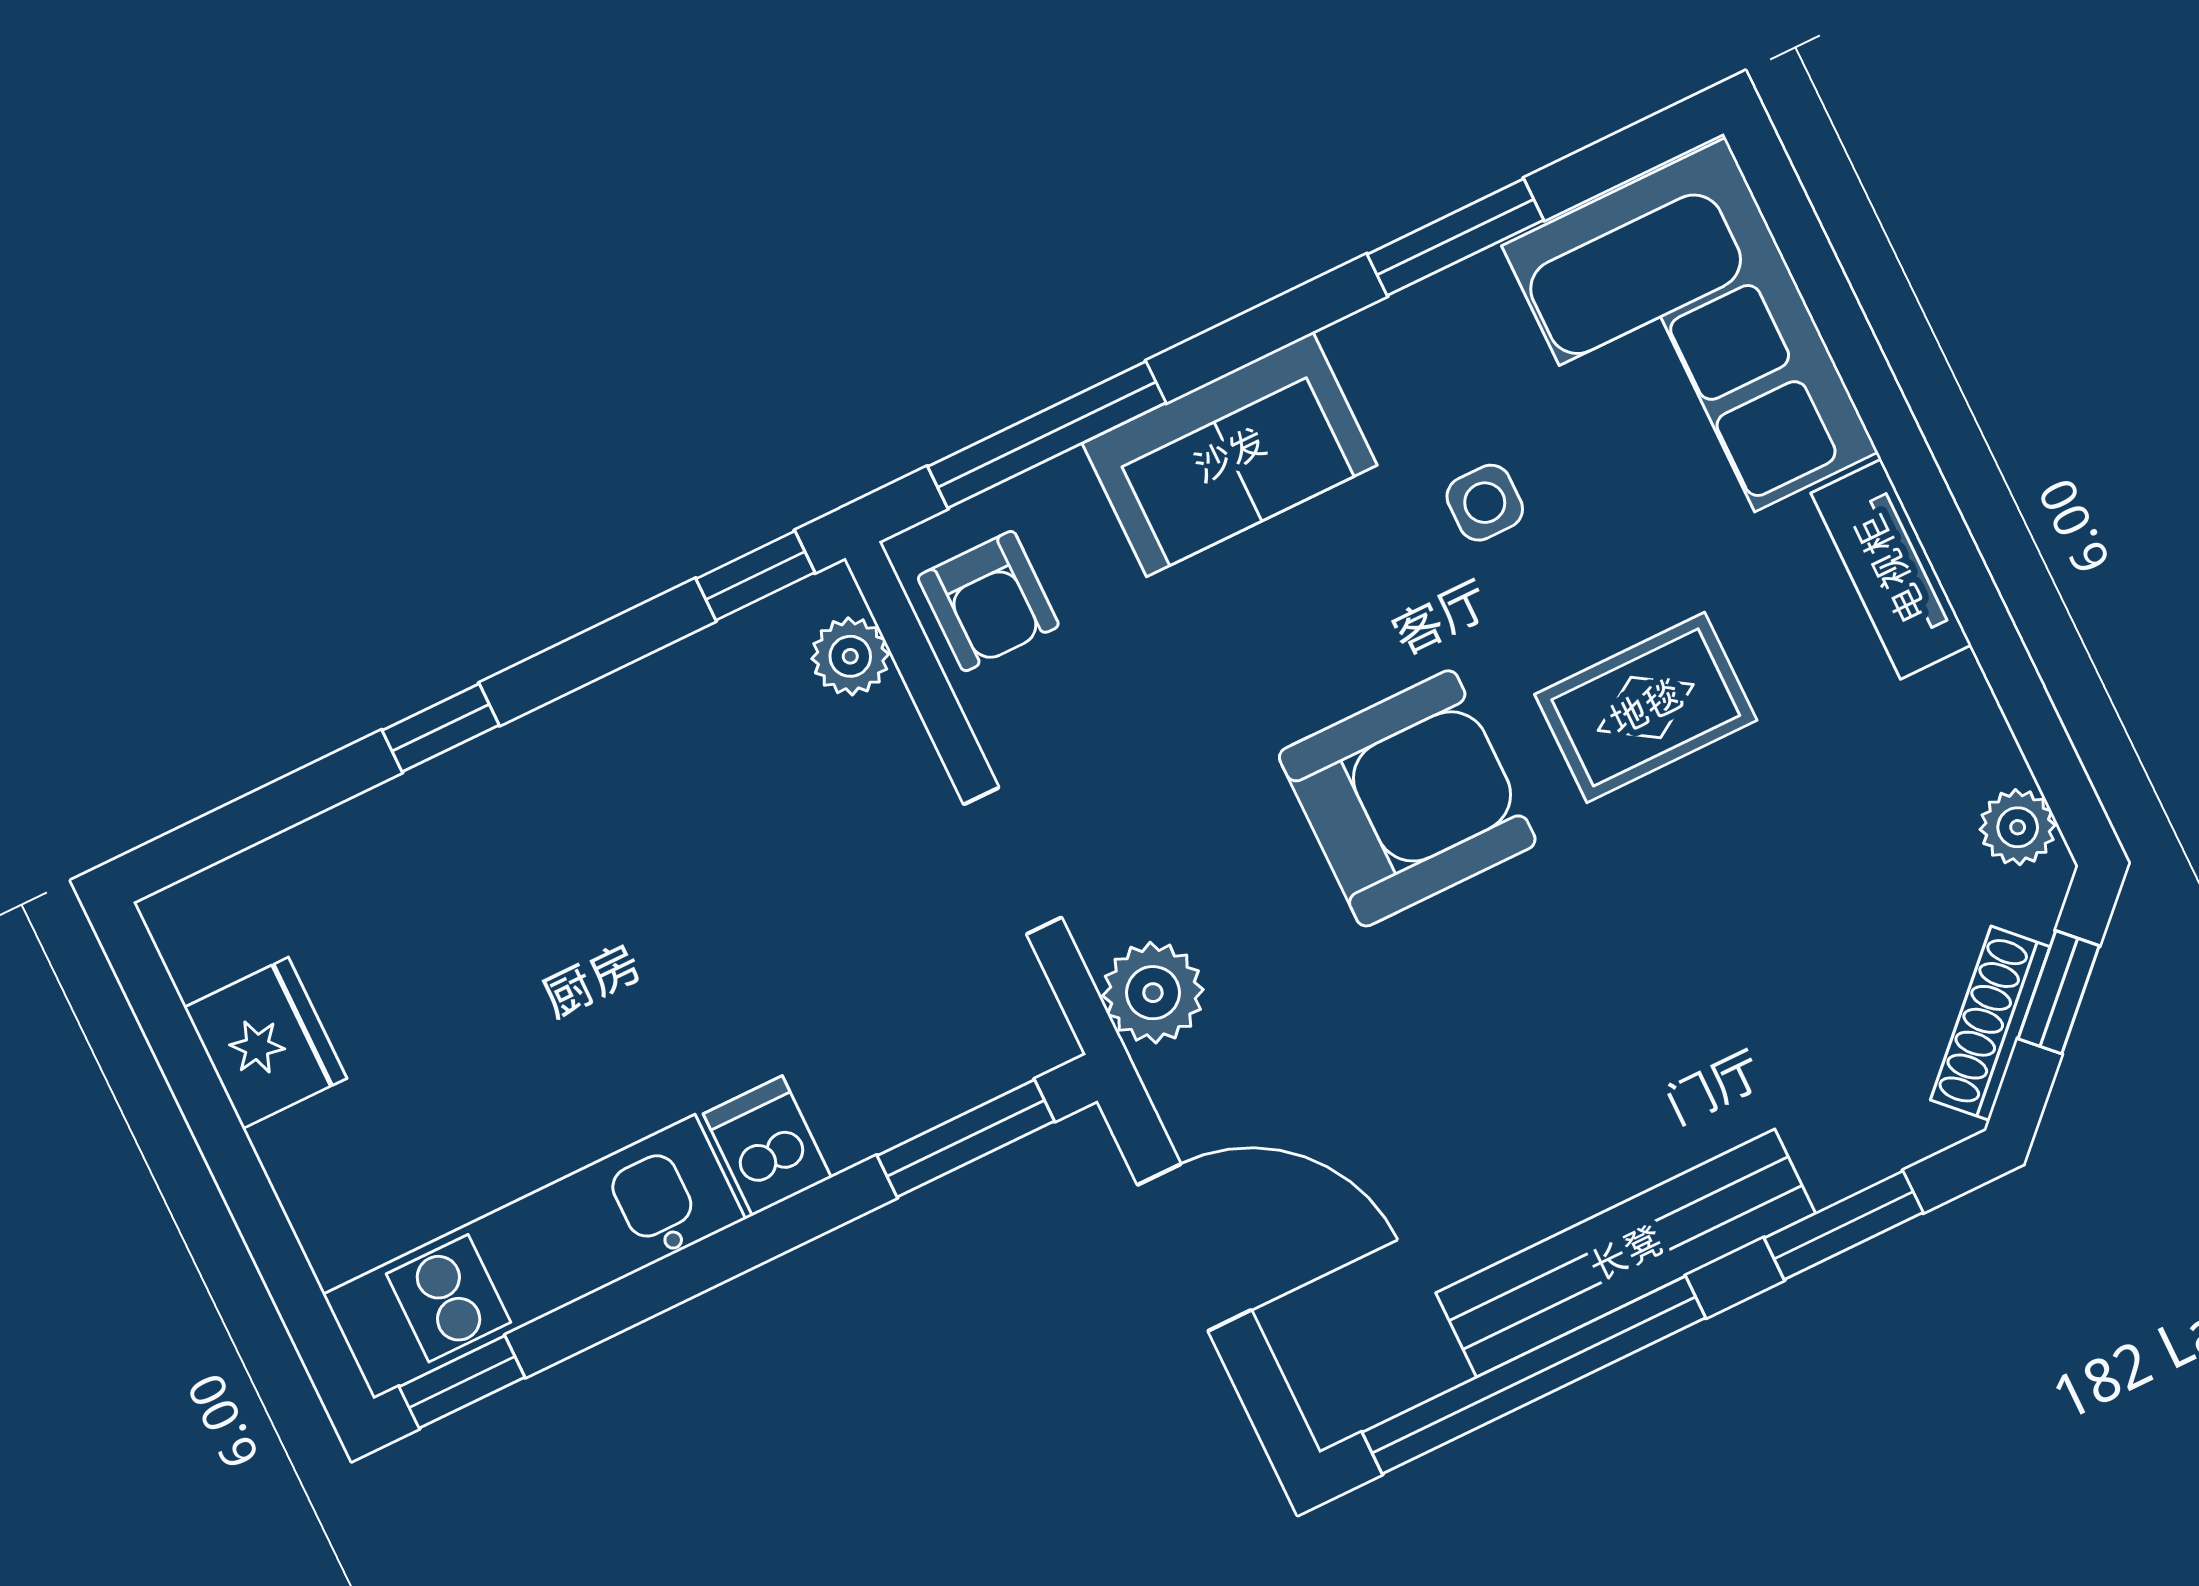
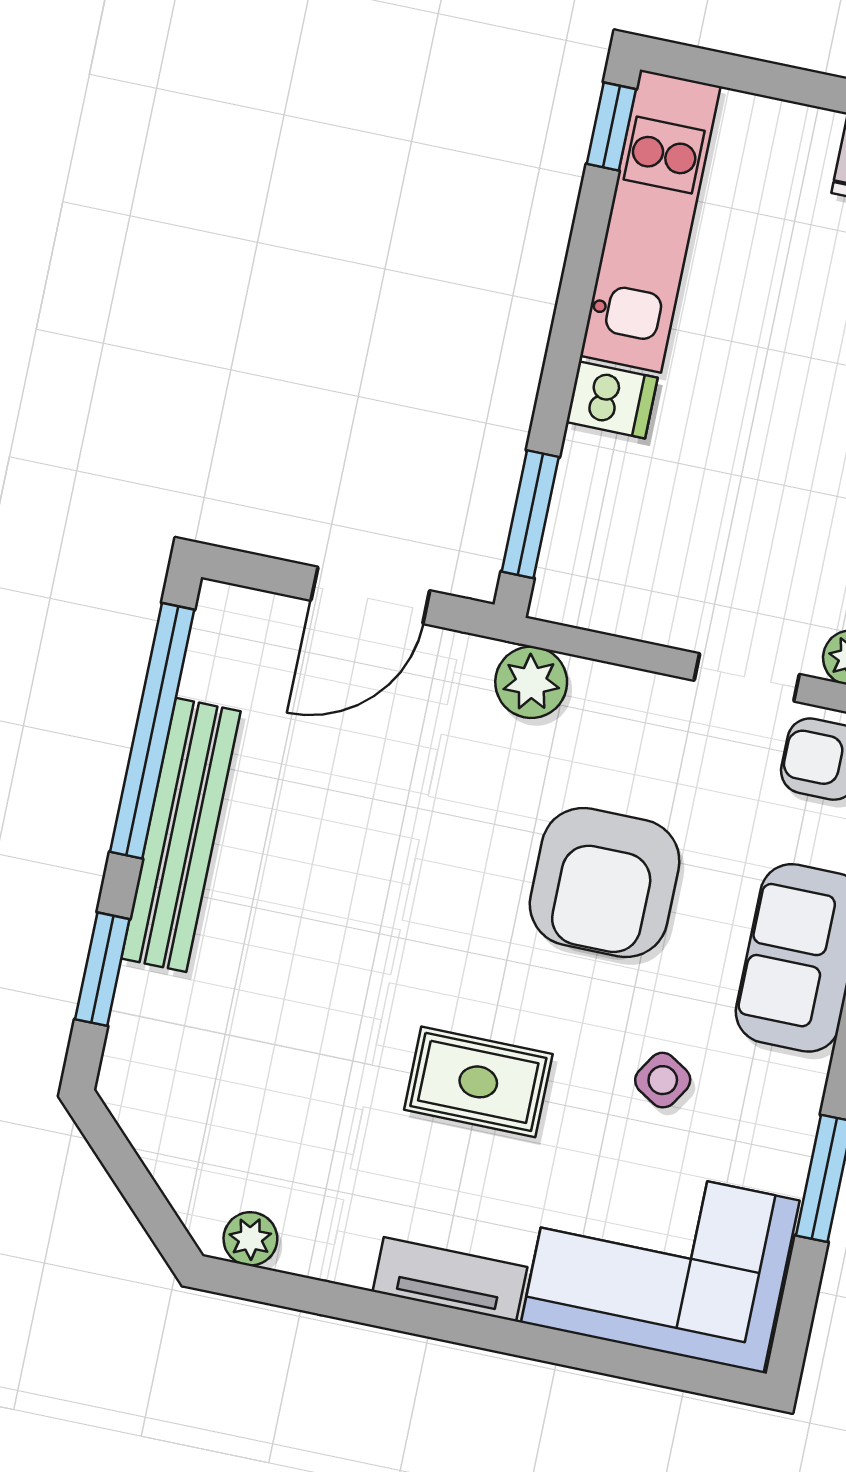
side table: (1485, 503) -> (663, 1080), turned 32
rug: (1646, 707) -> (478, 1082), turned 90
armchair: (1407, 798) -> (605, 883), moved
doorway: (1013, 861) -> (747, 677), moved
window: (2059, 992) -> (140, 1191), removed
shoe rack: (1990, 1023) -> (152, 1139), removed

